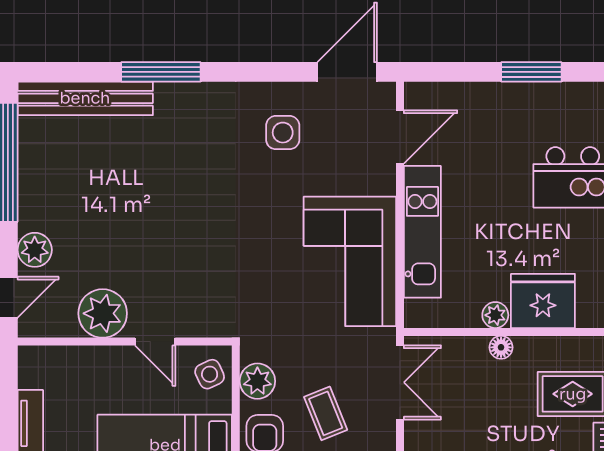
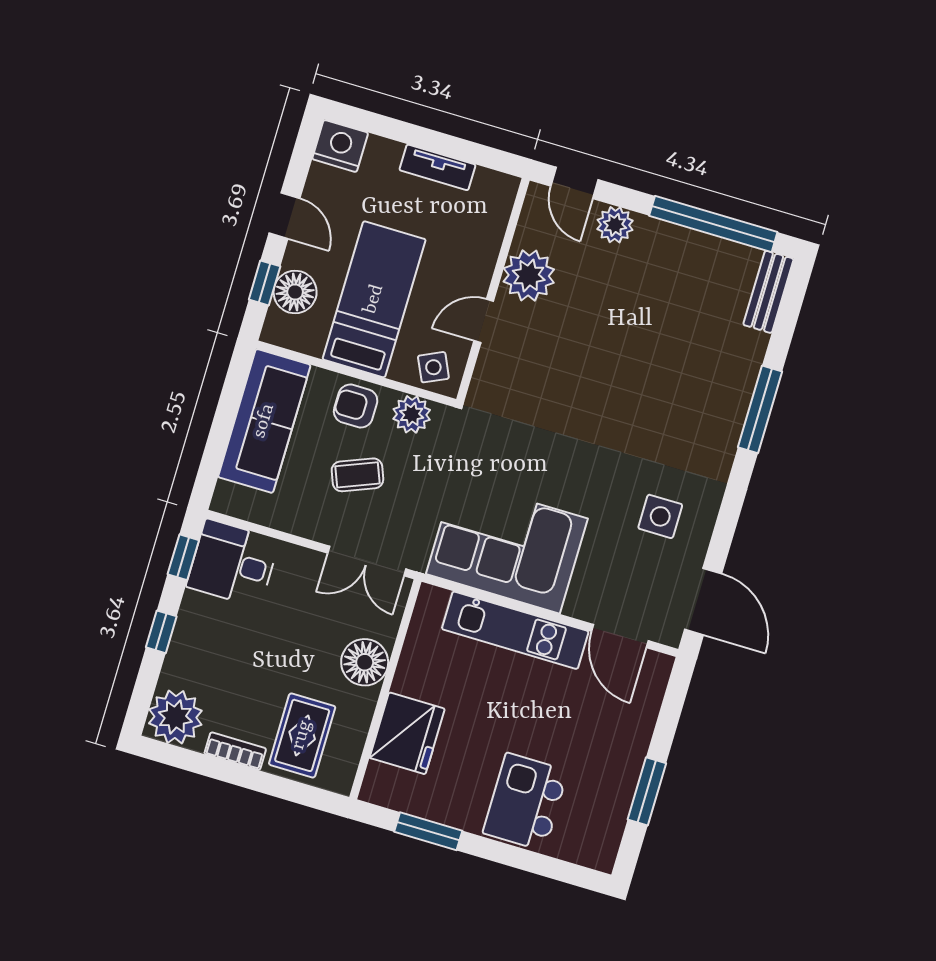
bench: (85, 98) -> (768, 292), width x0.54, depth x0.82
plant: (495, 315) -> (407, 680), removed
floor lamp: (501, 347) -> (365, 662), width x1.89, depth x1.89

